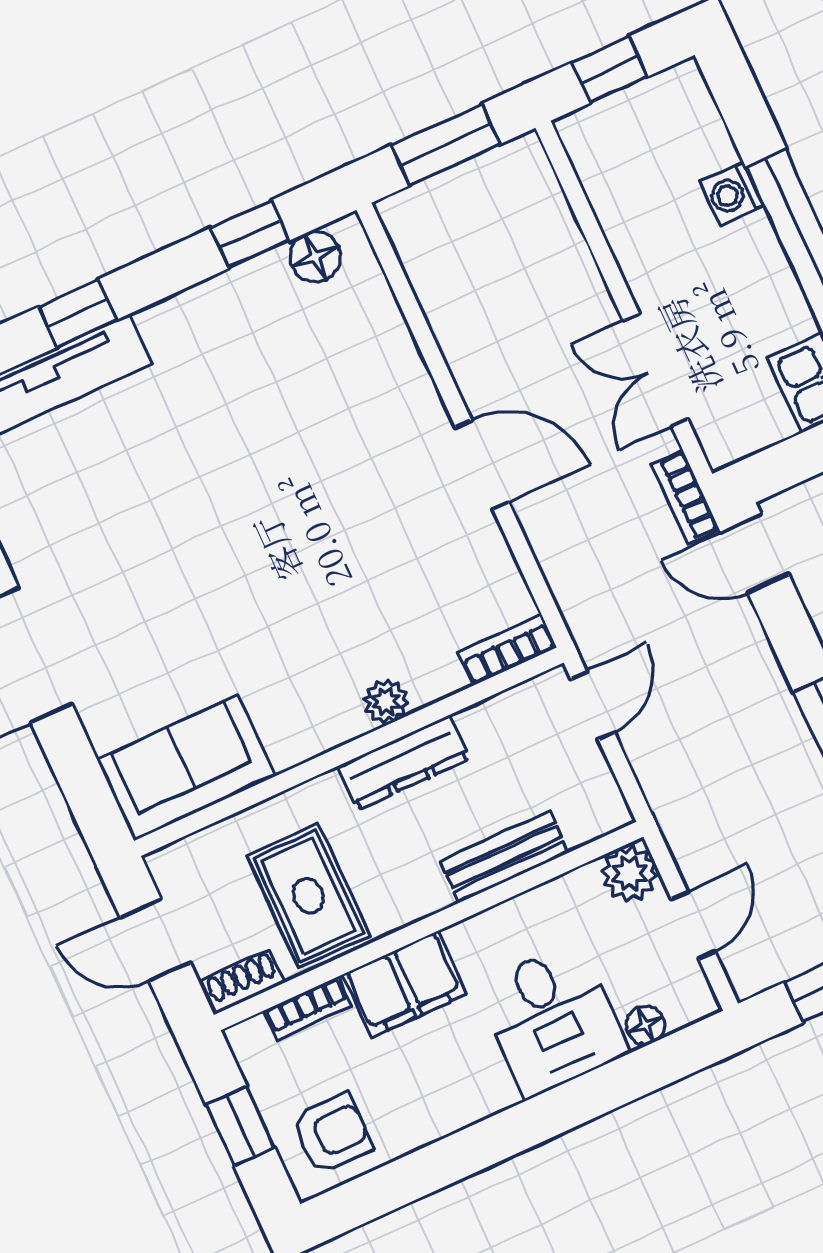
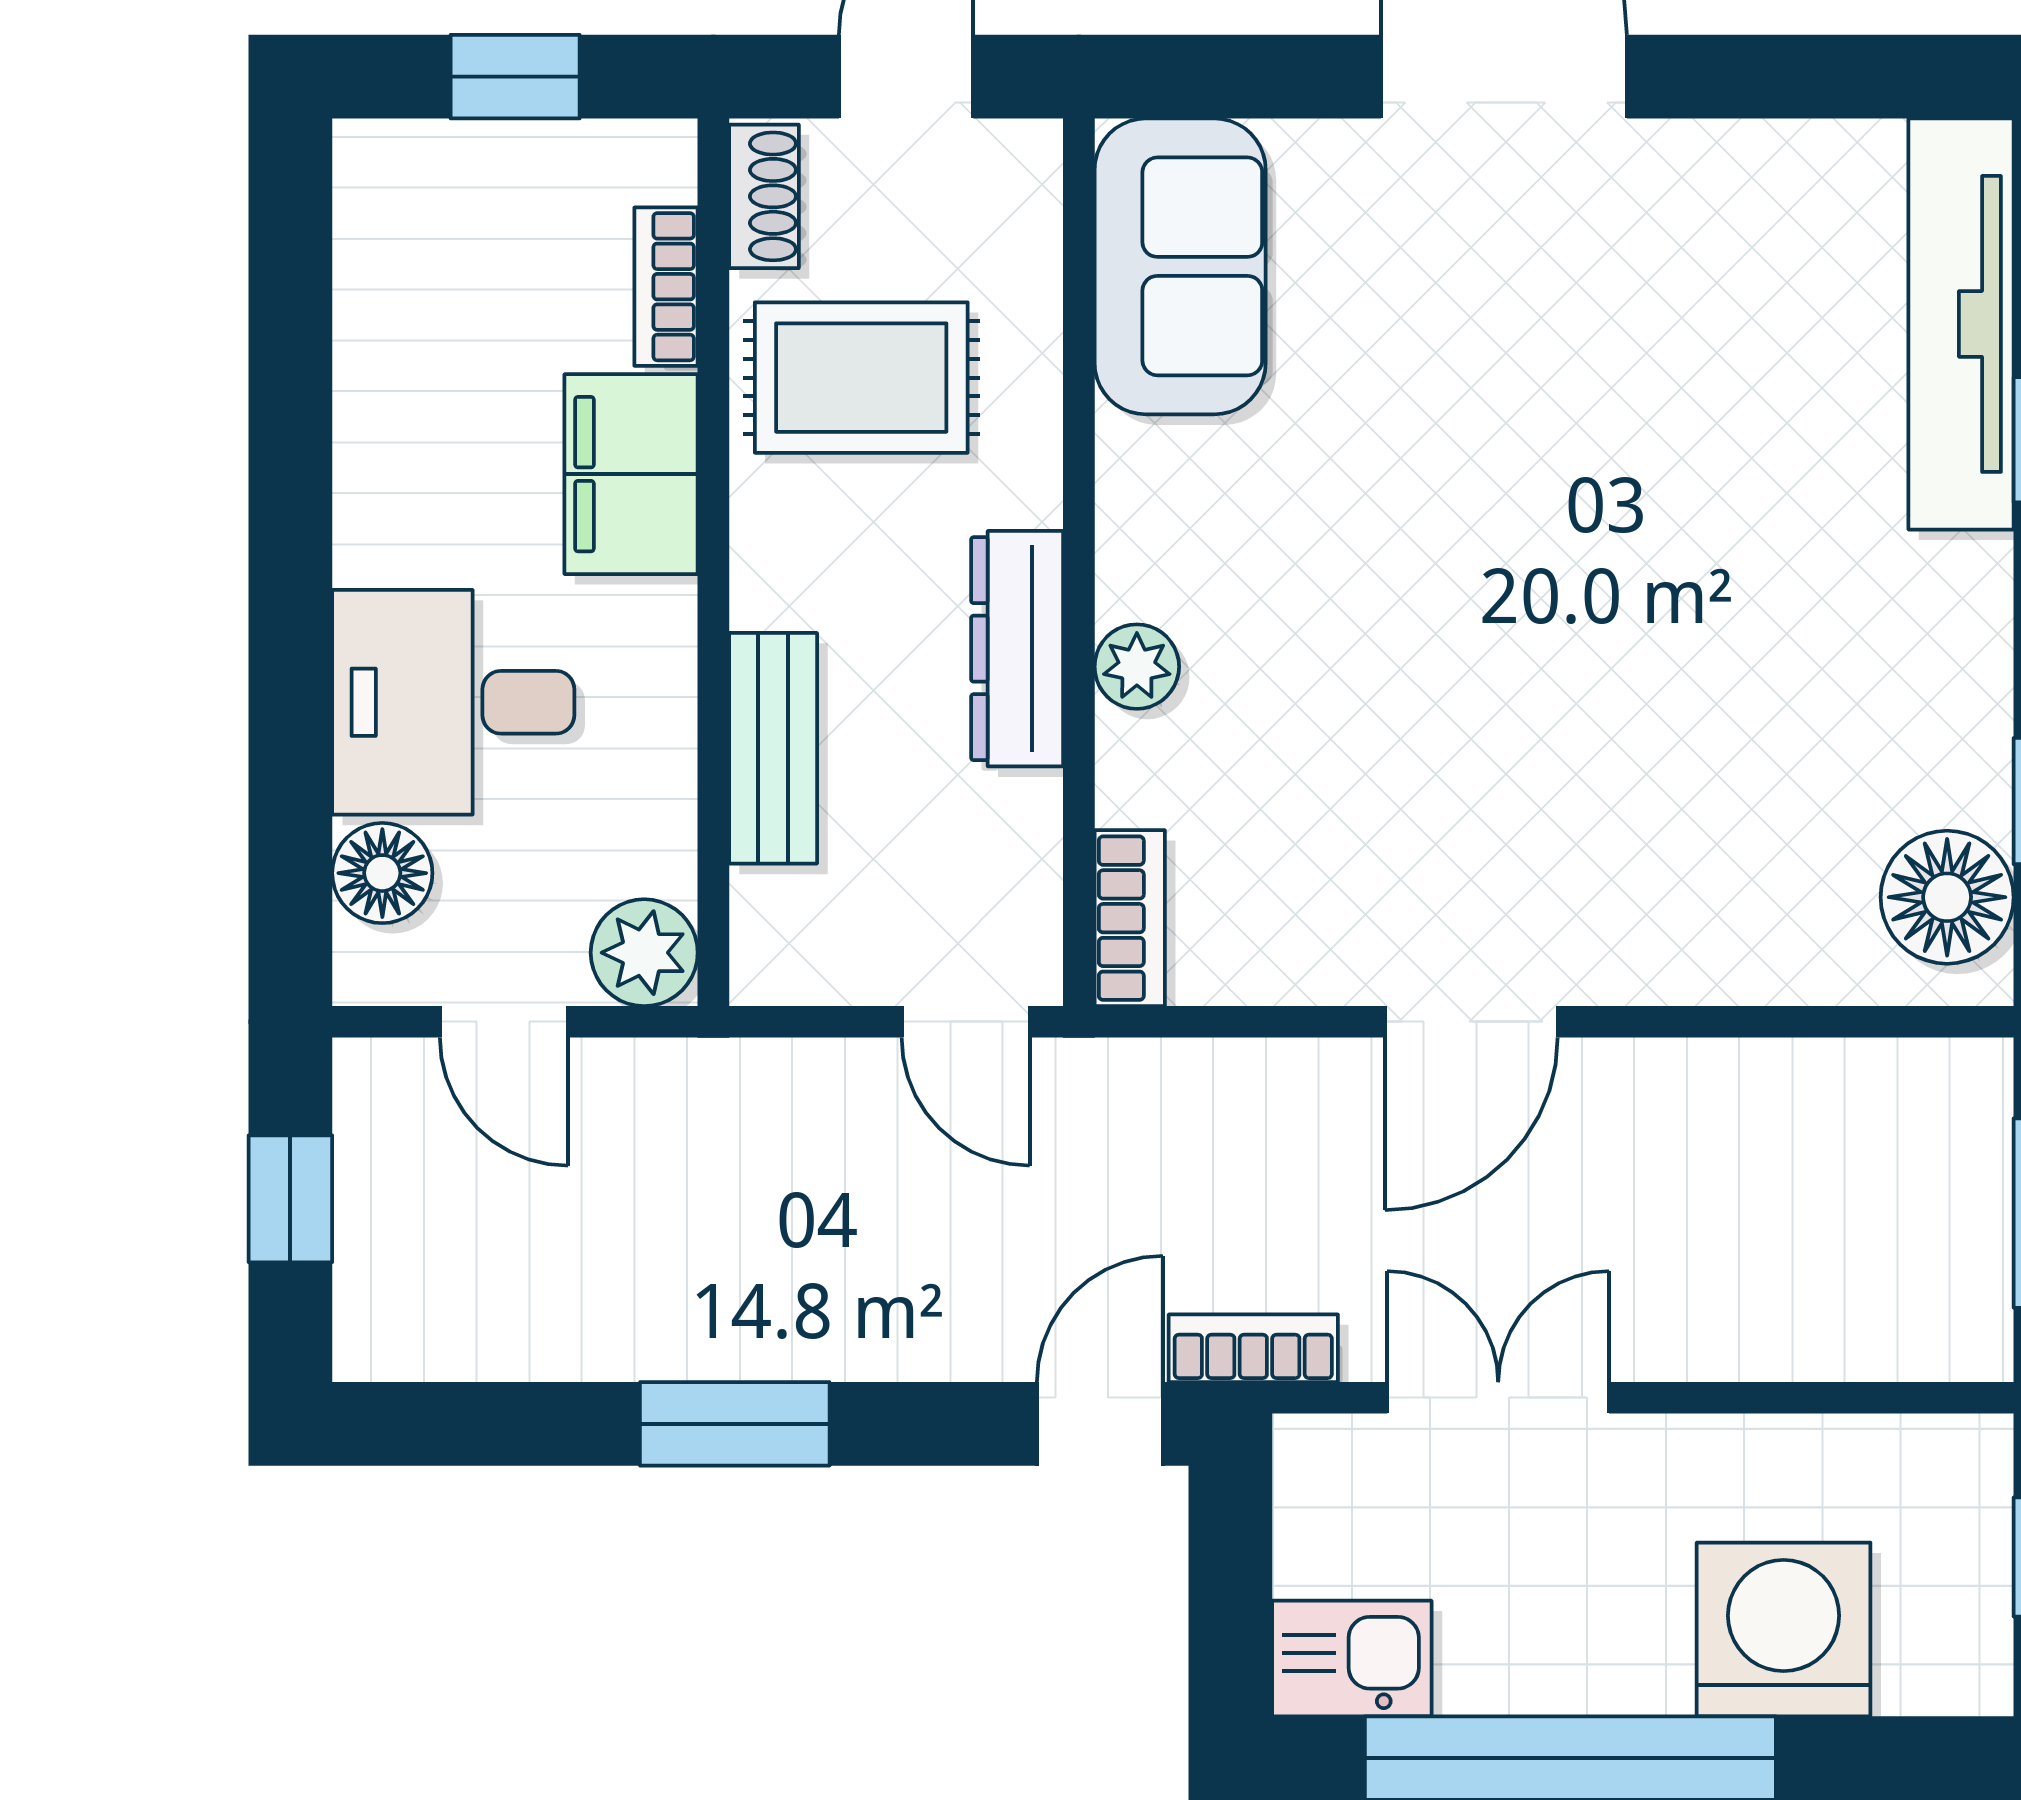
washing machine: (732, 194) -> (1784, 1629), width x1.89, depth x1.89
floor lamp: (315, 256) -> (1947, 897), width x1.38, depth x1.38
floor lamp: (645, 1025) -> (382, 873), width x1.37, depth x1.37
armchair: (332, 1134) -> (430, 230), removed

